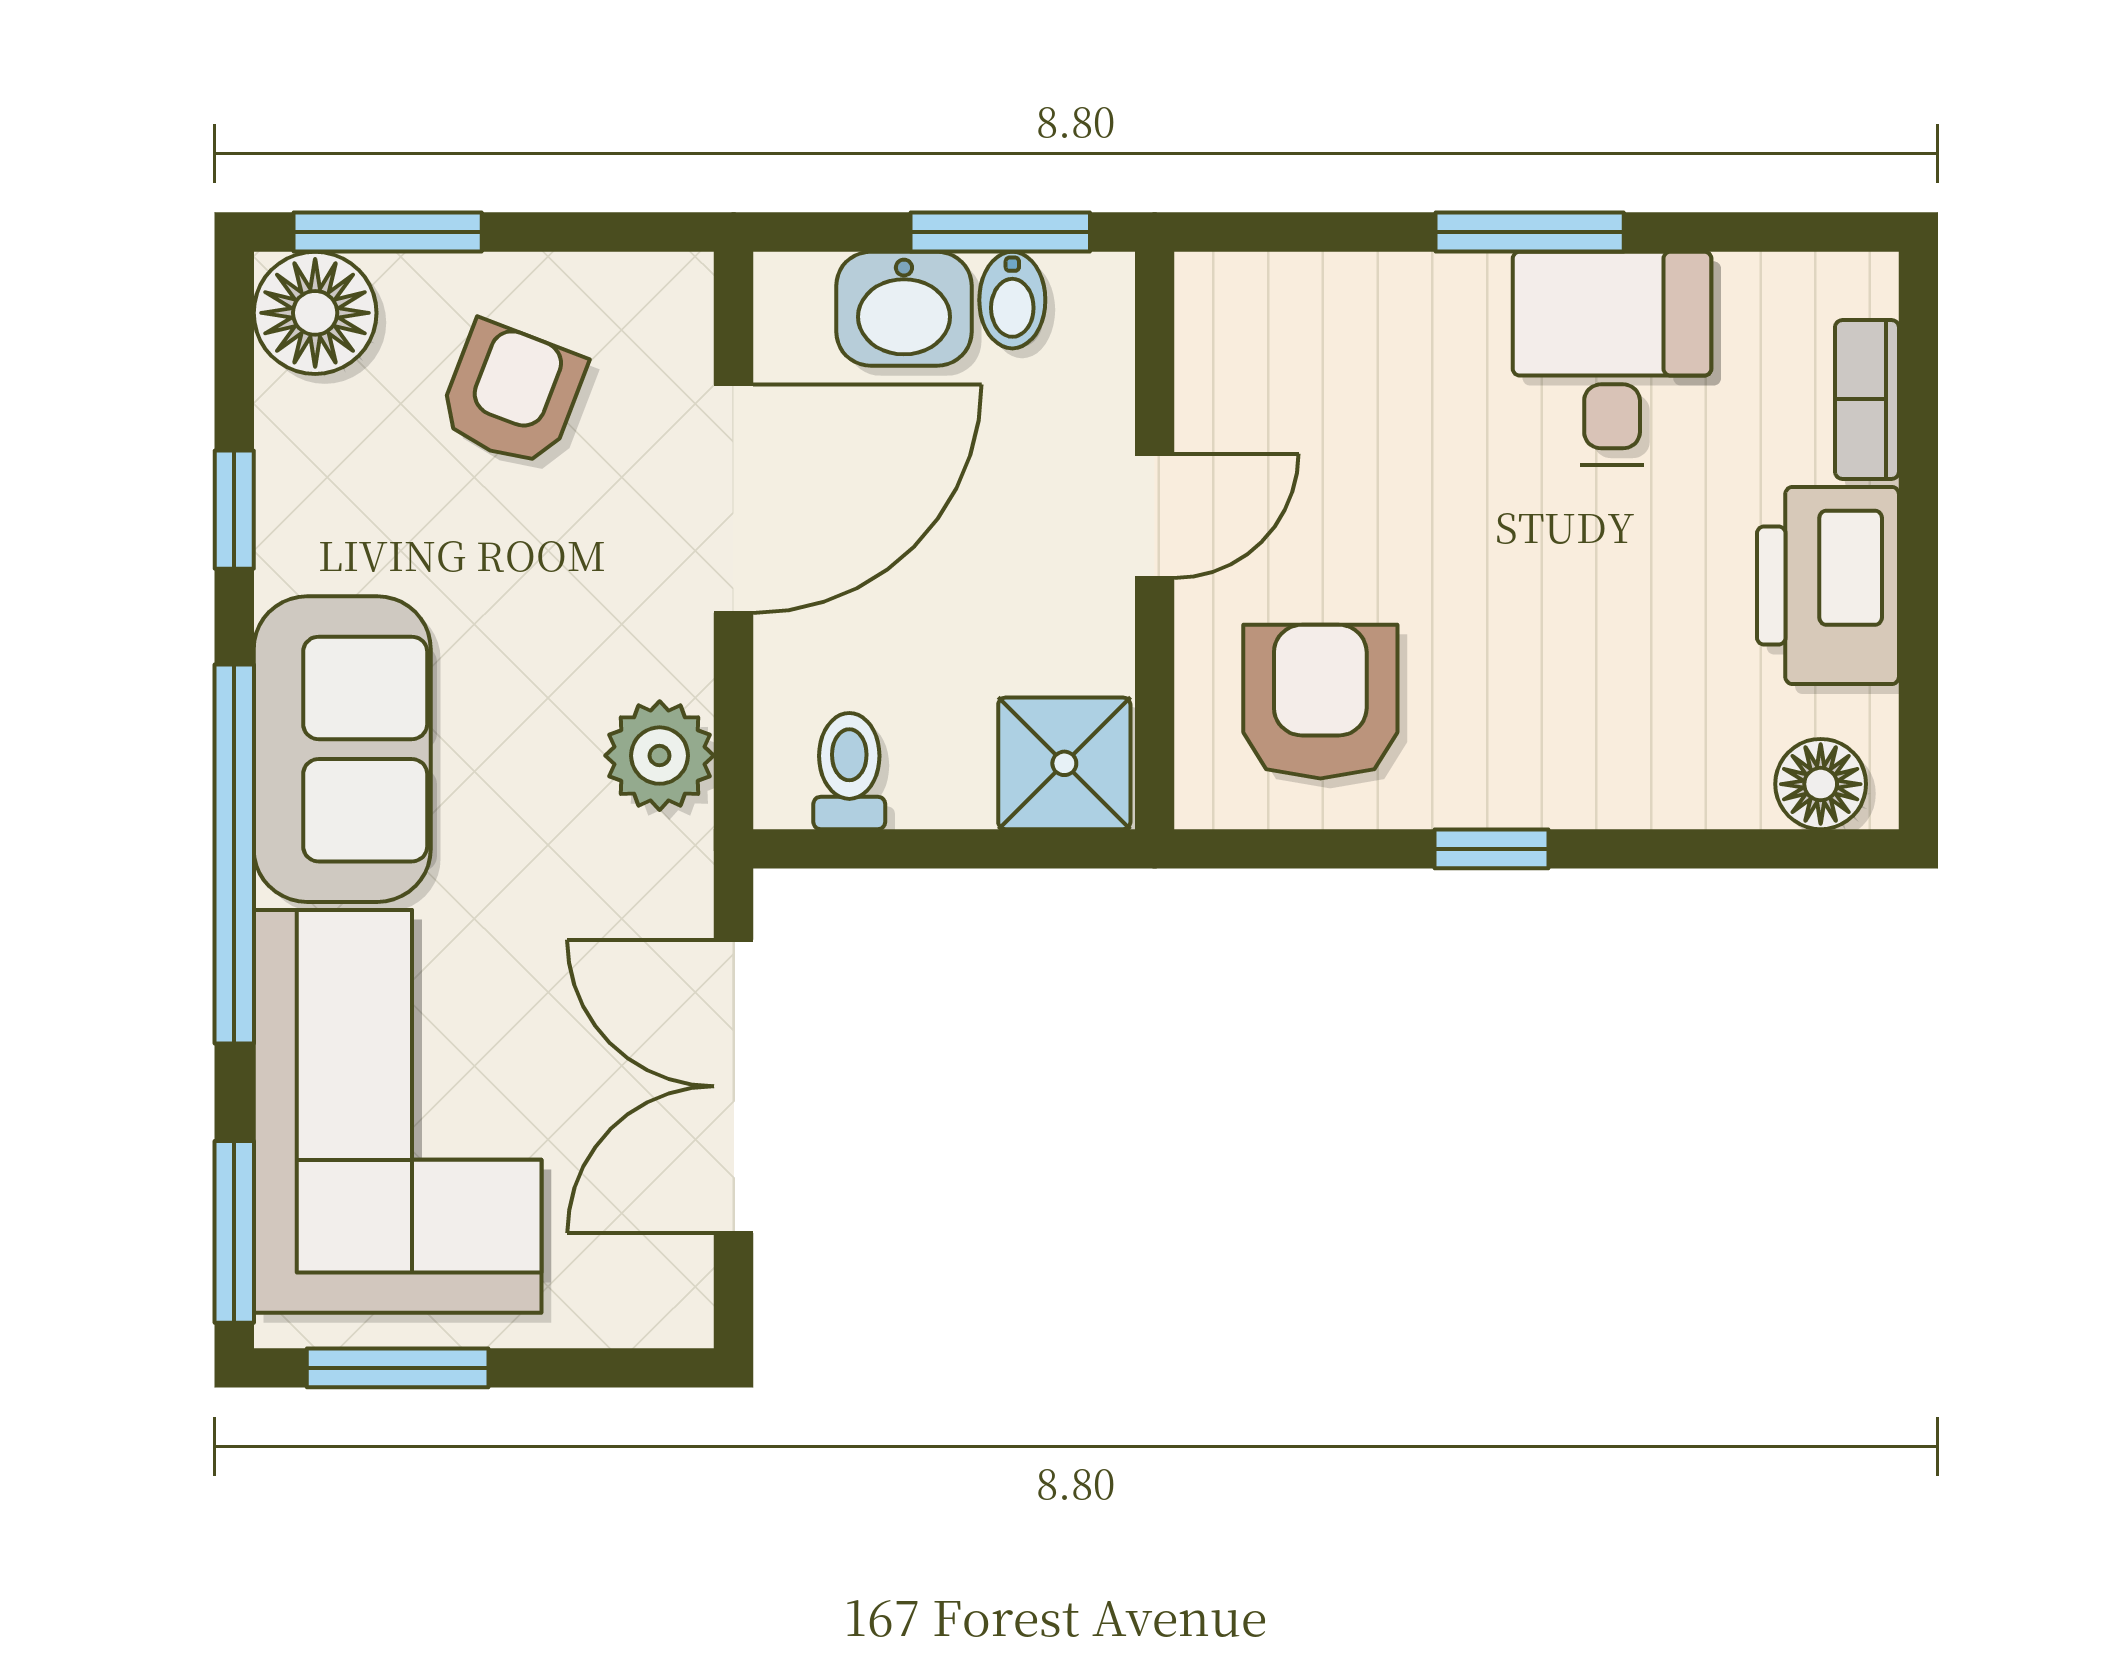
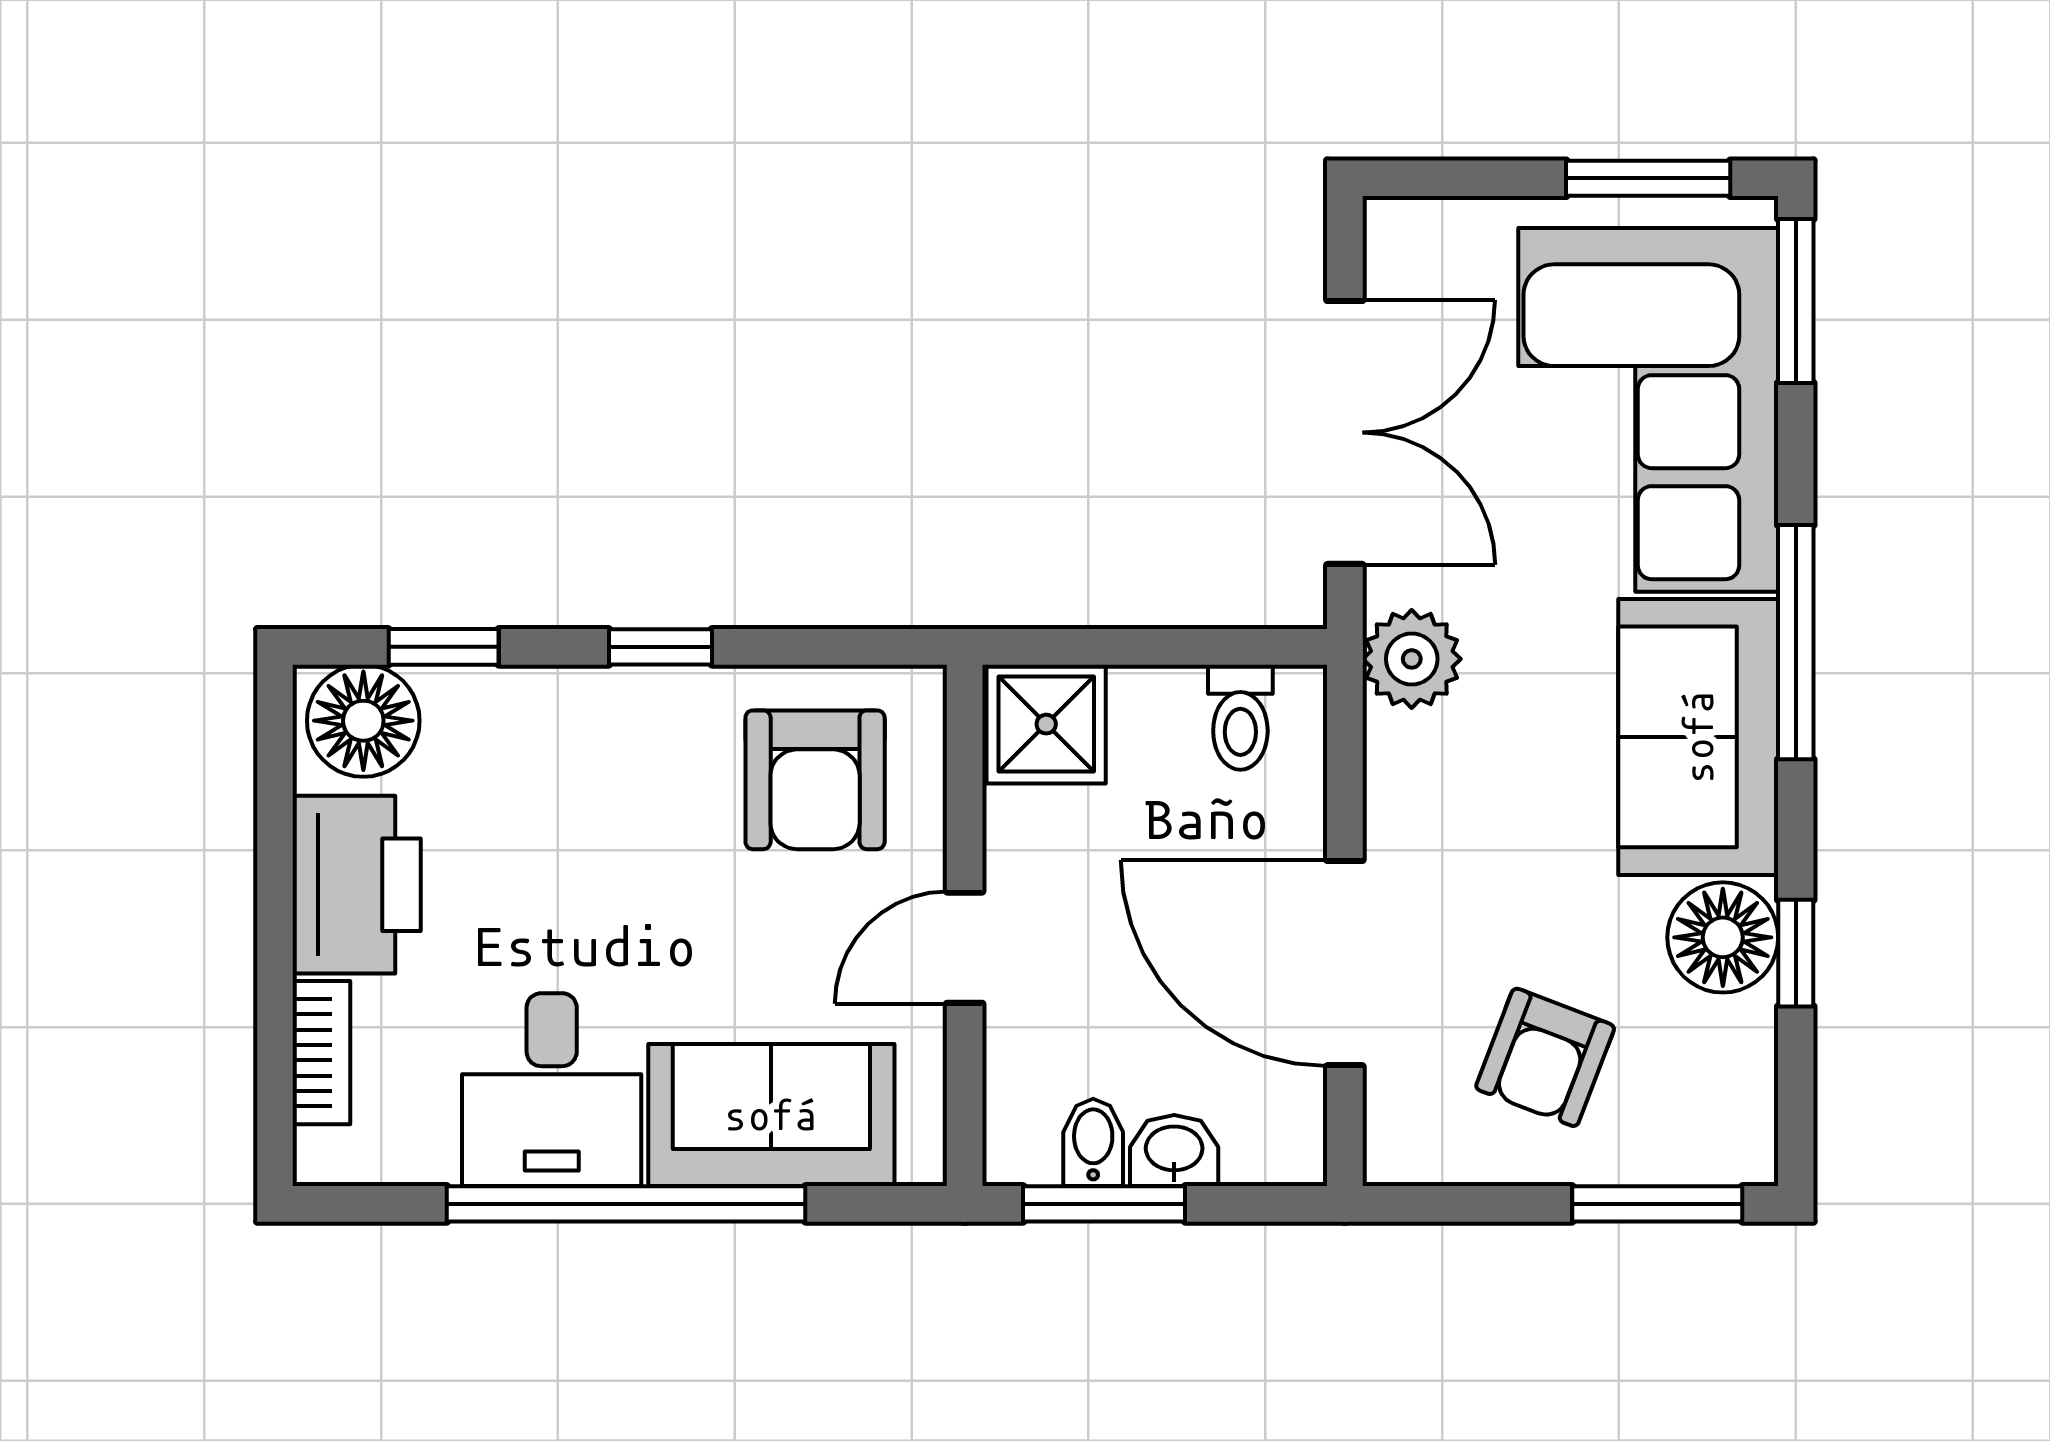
window: (1530, 232) -> (626, 1204), width x2.11
washbasin: (904, 309) -> (1174, 1151), width x0.72, depth x0.69
floor lamp: (315, 313) -> (1723, 937), moved
sofa: (1369, 330) -> (771, 1115), added
door: (734, 499) -> (1345, 963), hinge flipped
plant: (660, 756) -> (1412, 659), moved
floor lamp: (1821, 784) -> (363, 721), width x1.38, depth x1.38
window: (1732, 849) -> (444, 647), added
window: (234, 854) -> (1796, 642), width x0.68

